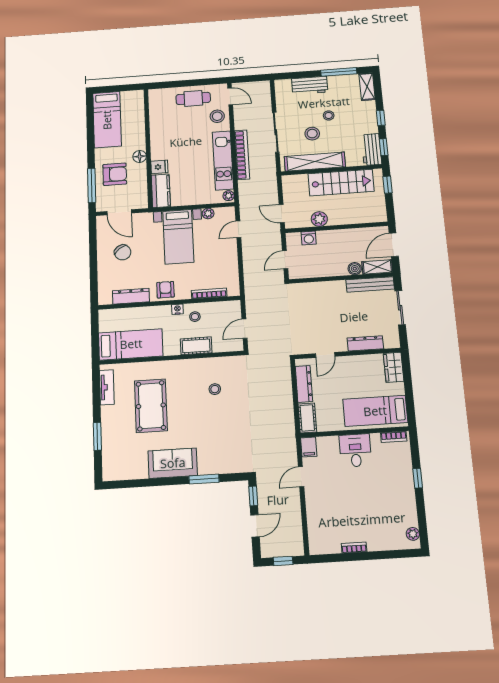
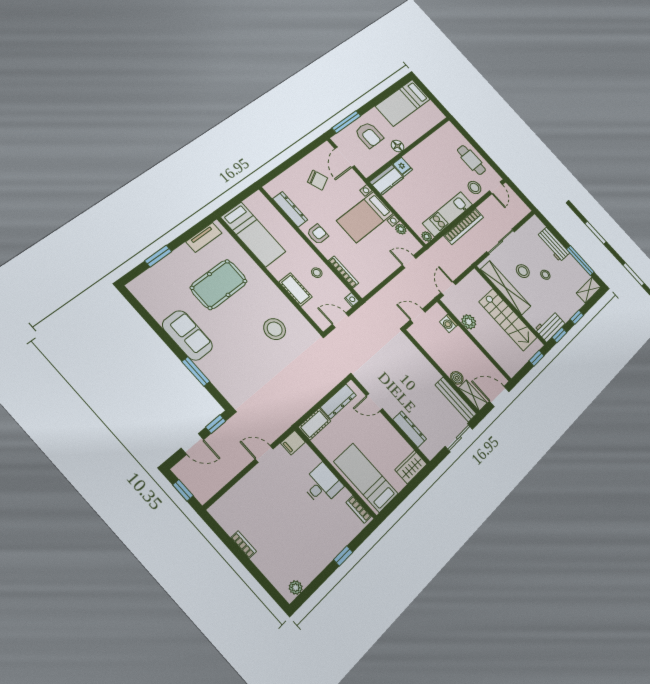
chair: (123, 252) -> (318, 180), turned -78
nightstand: (177, 309) -> (352, 300), moved
stool: (215, 389) -> (275, 329), width x1.89, depth x1.89

